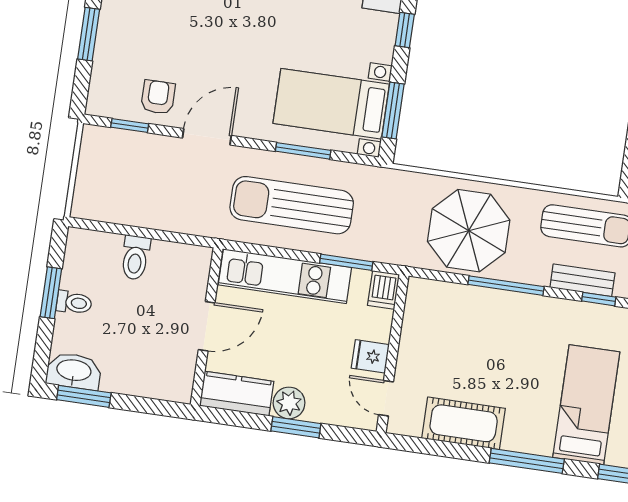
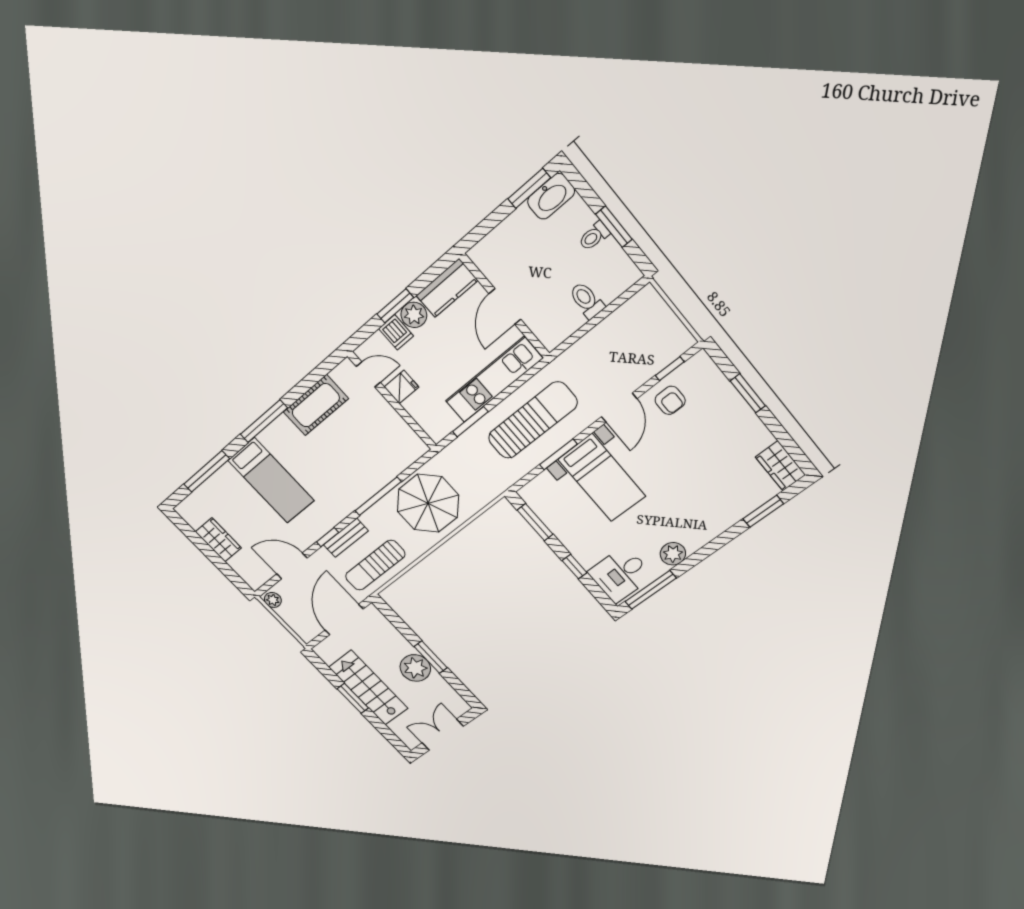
bed with nightstands: (331, 104) -> (602, 478), moved, turned 90
dishwasher: (384, 290) -> (396, 332), moved, turned 180

